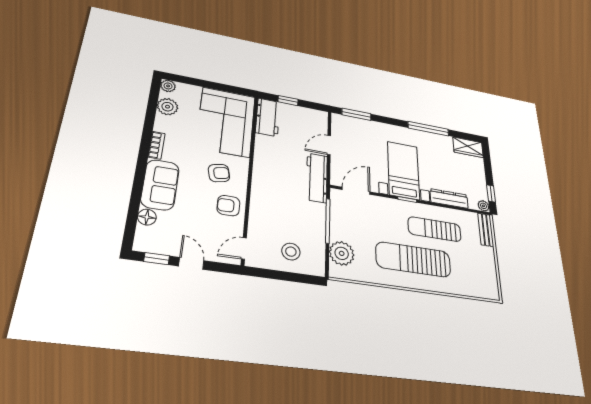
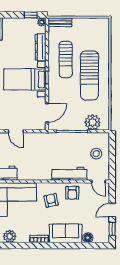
workbench: (317, 178) -> (69, 174), moved, turned 180
door: (356, 191) -> (47, 113), swing flipped

